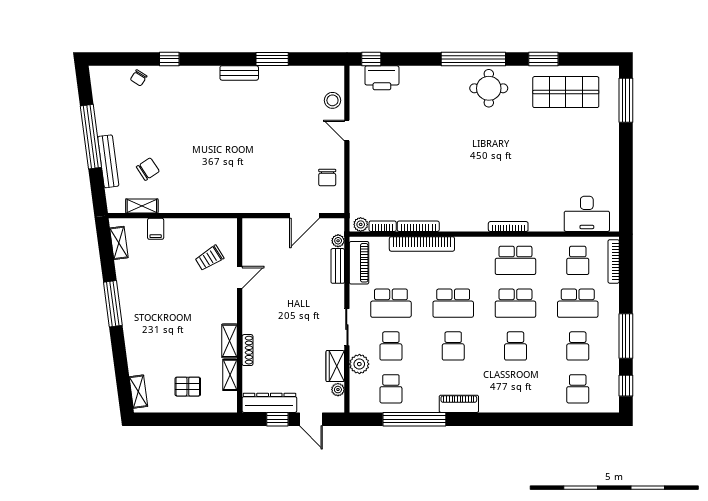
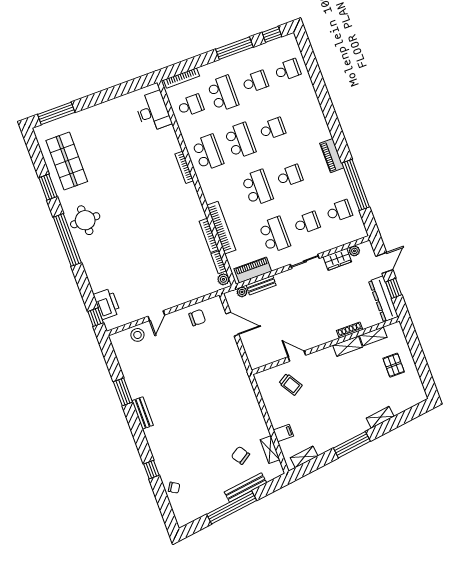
plant: (359, 364) -> (329, 242), removed
shelving: (138, 392) -> (380, 417), moved

